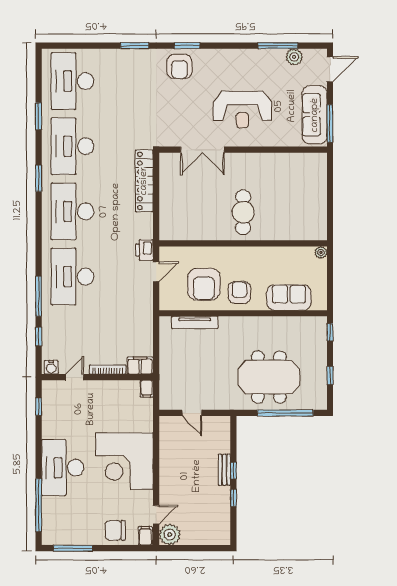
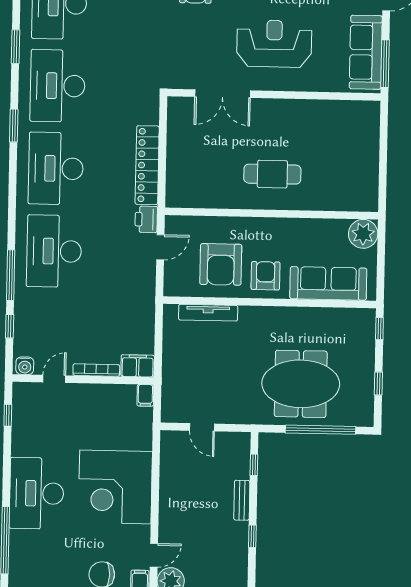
reception desk: (242, 109) -> (274, 44), turned 180
locker: (144, 181) -> (147, 165), moved
cafe table: (243, 212) -> (272, 174), turned 90
plant: (321, 252) -> (363, 234), width x1.87, depth x1.87
sofa: (289, 297) -> (328, 283), width x1.36
window: (233, 471) -> (254, 465), moved

